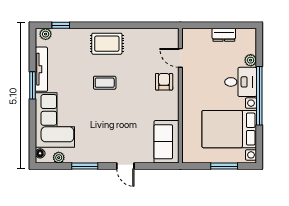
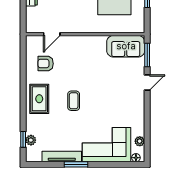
plant: (46, 34) -> (31, 140), moved
armchair: (164, 82) -> (46, 64), moved
window: (85, 166) -> (147, 55), moved

